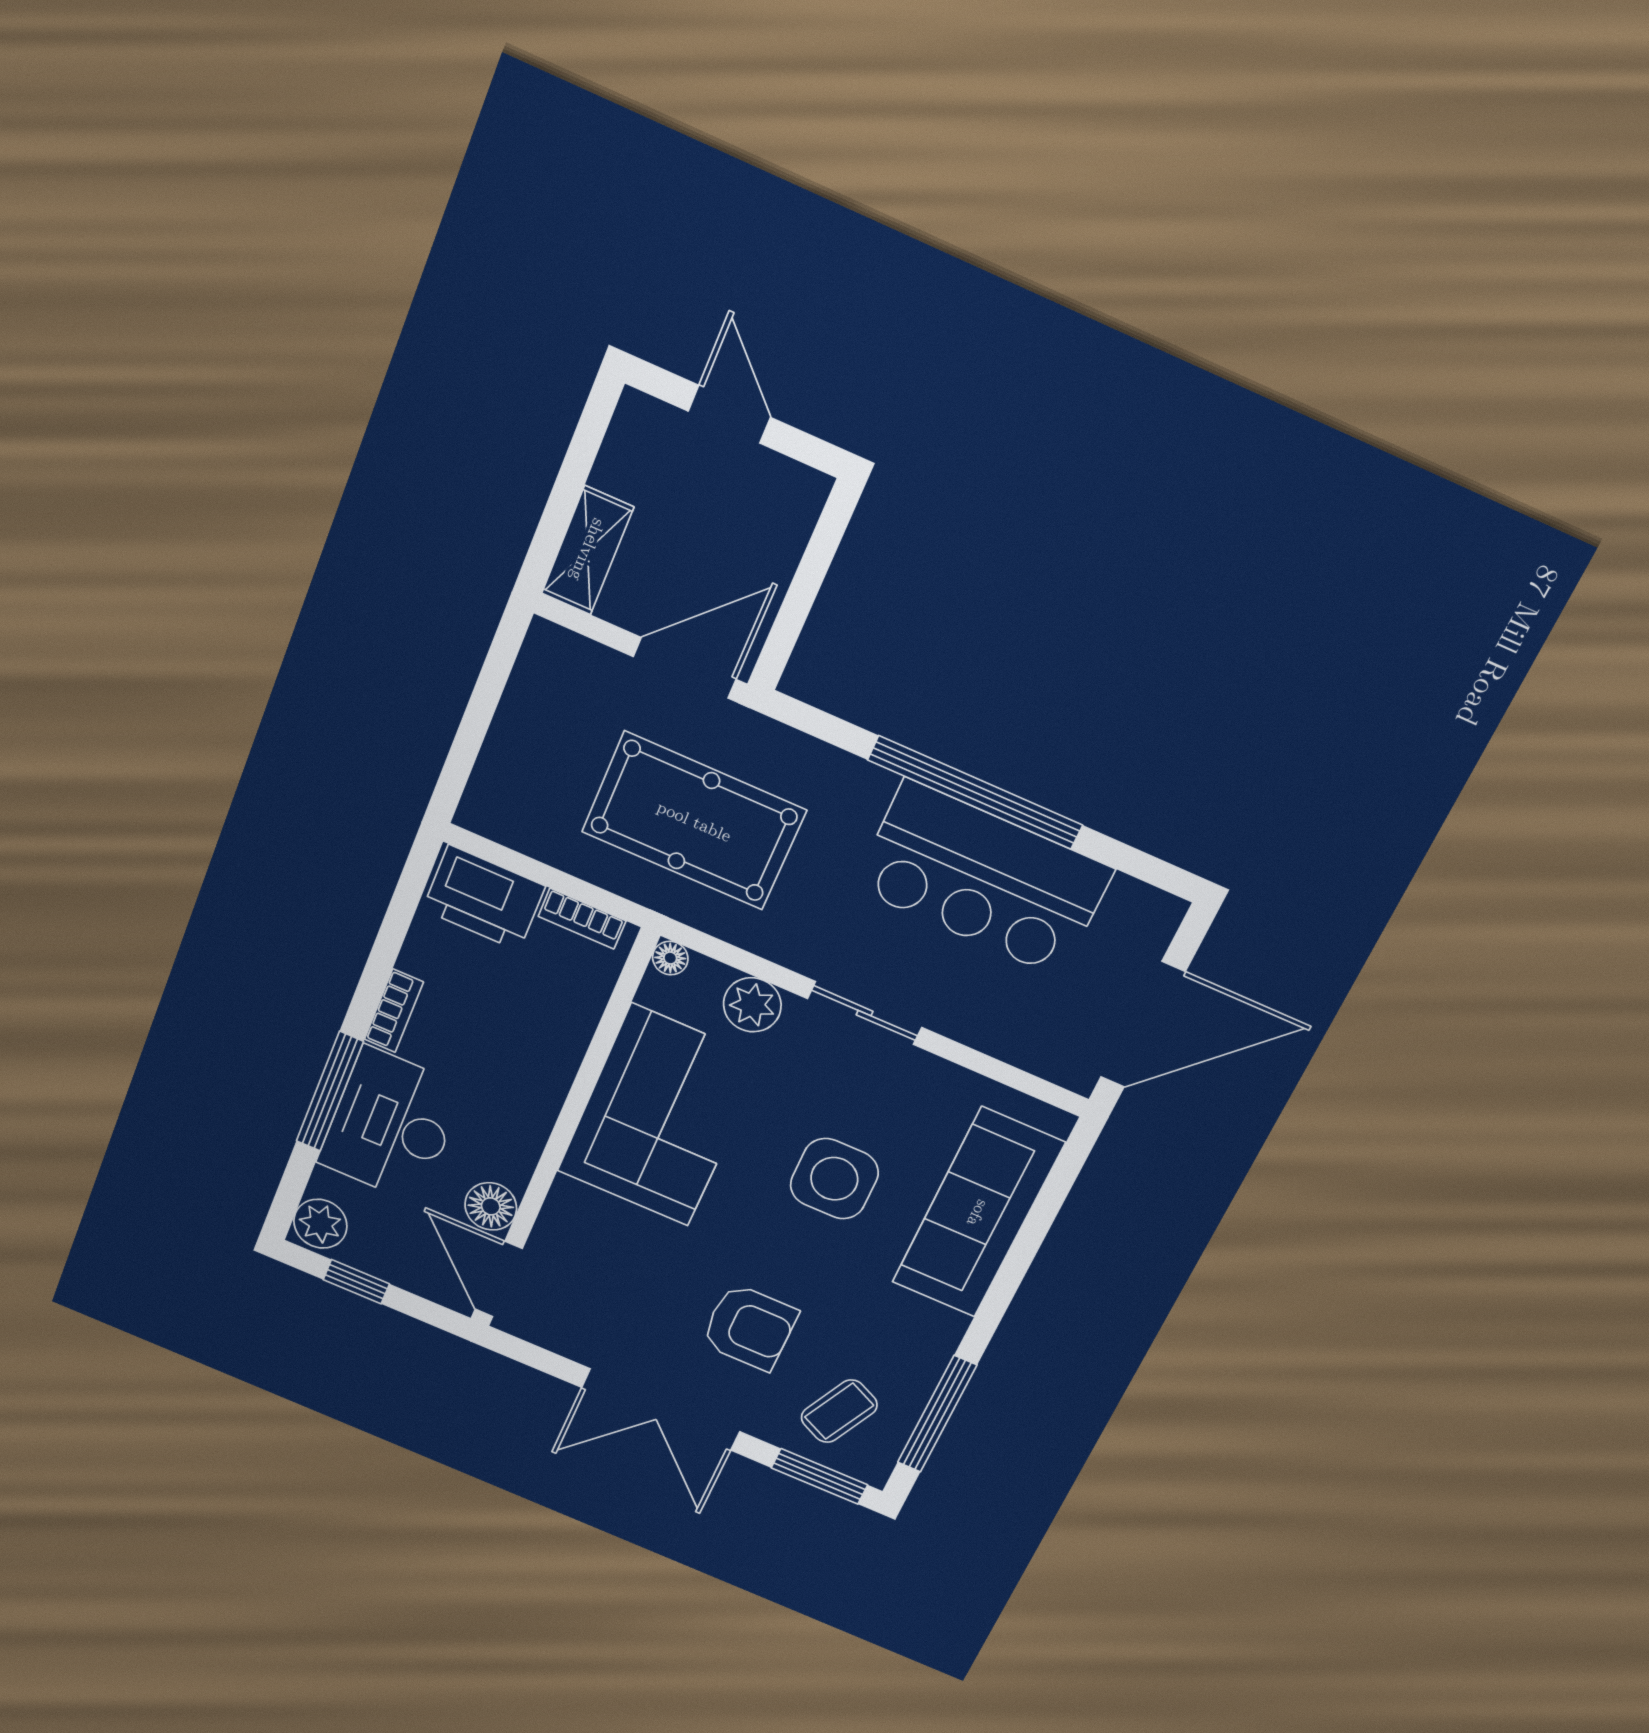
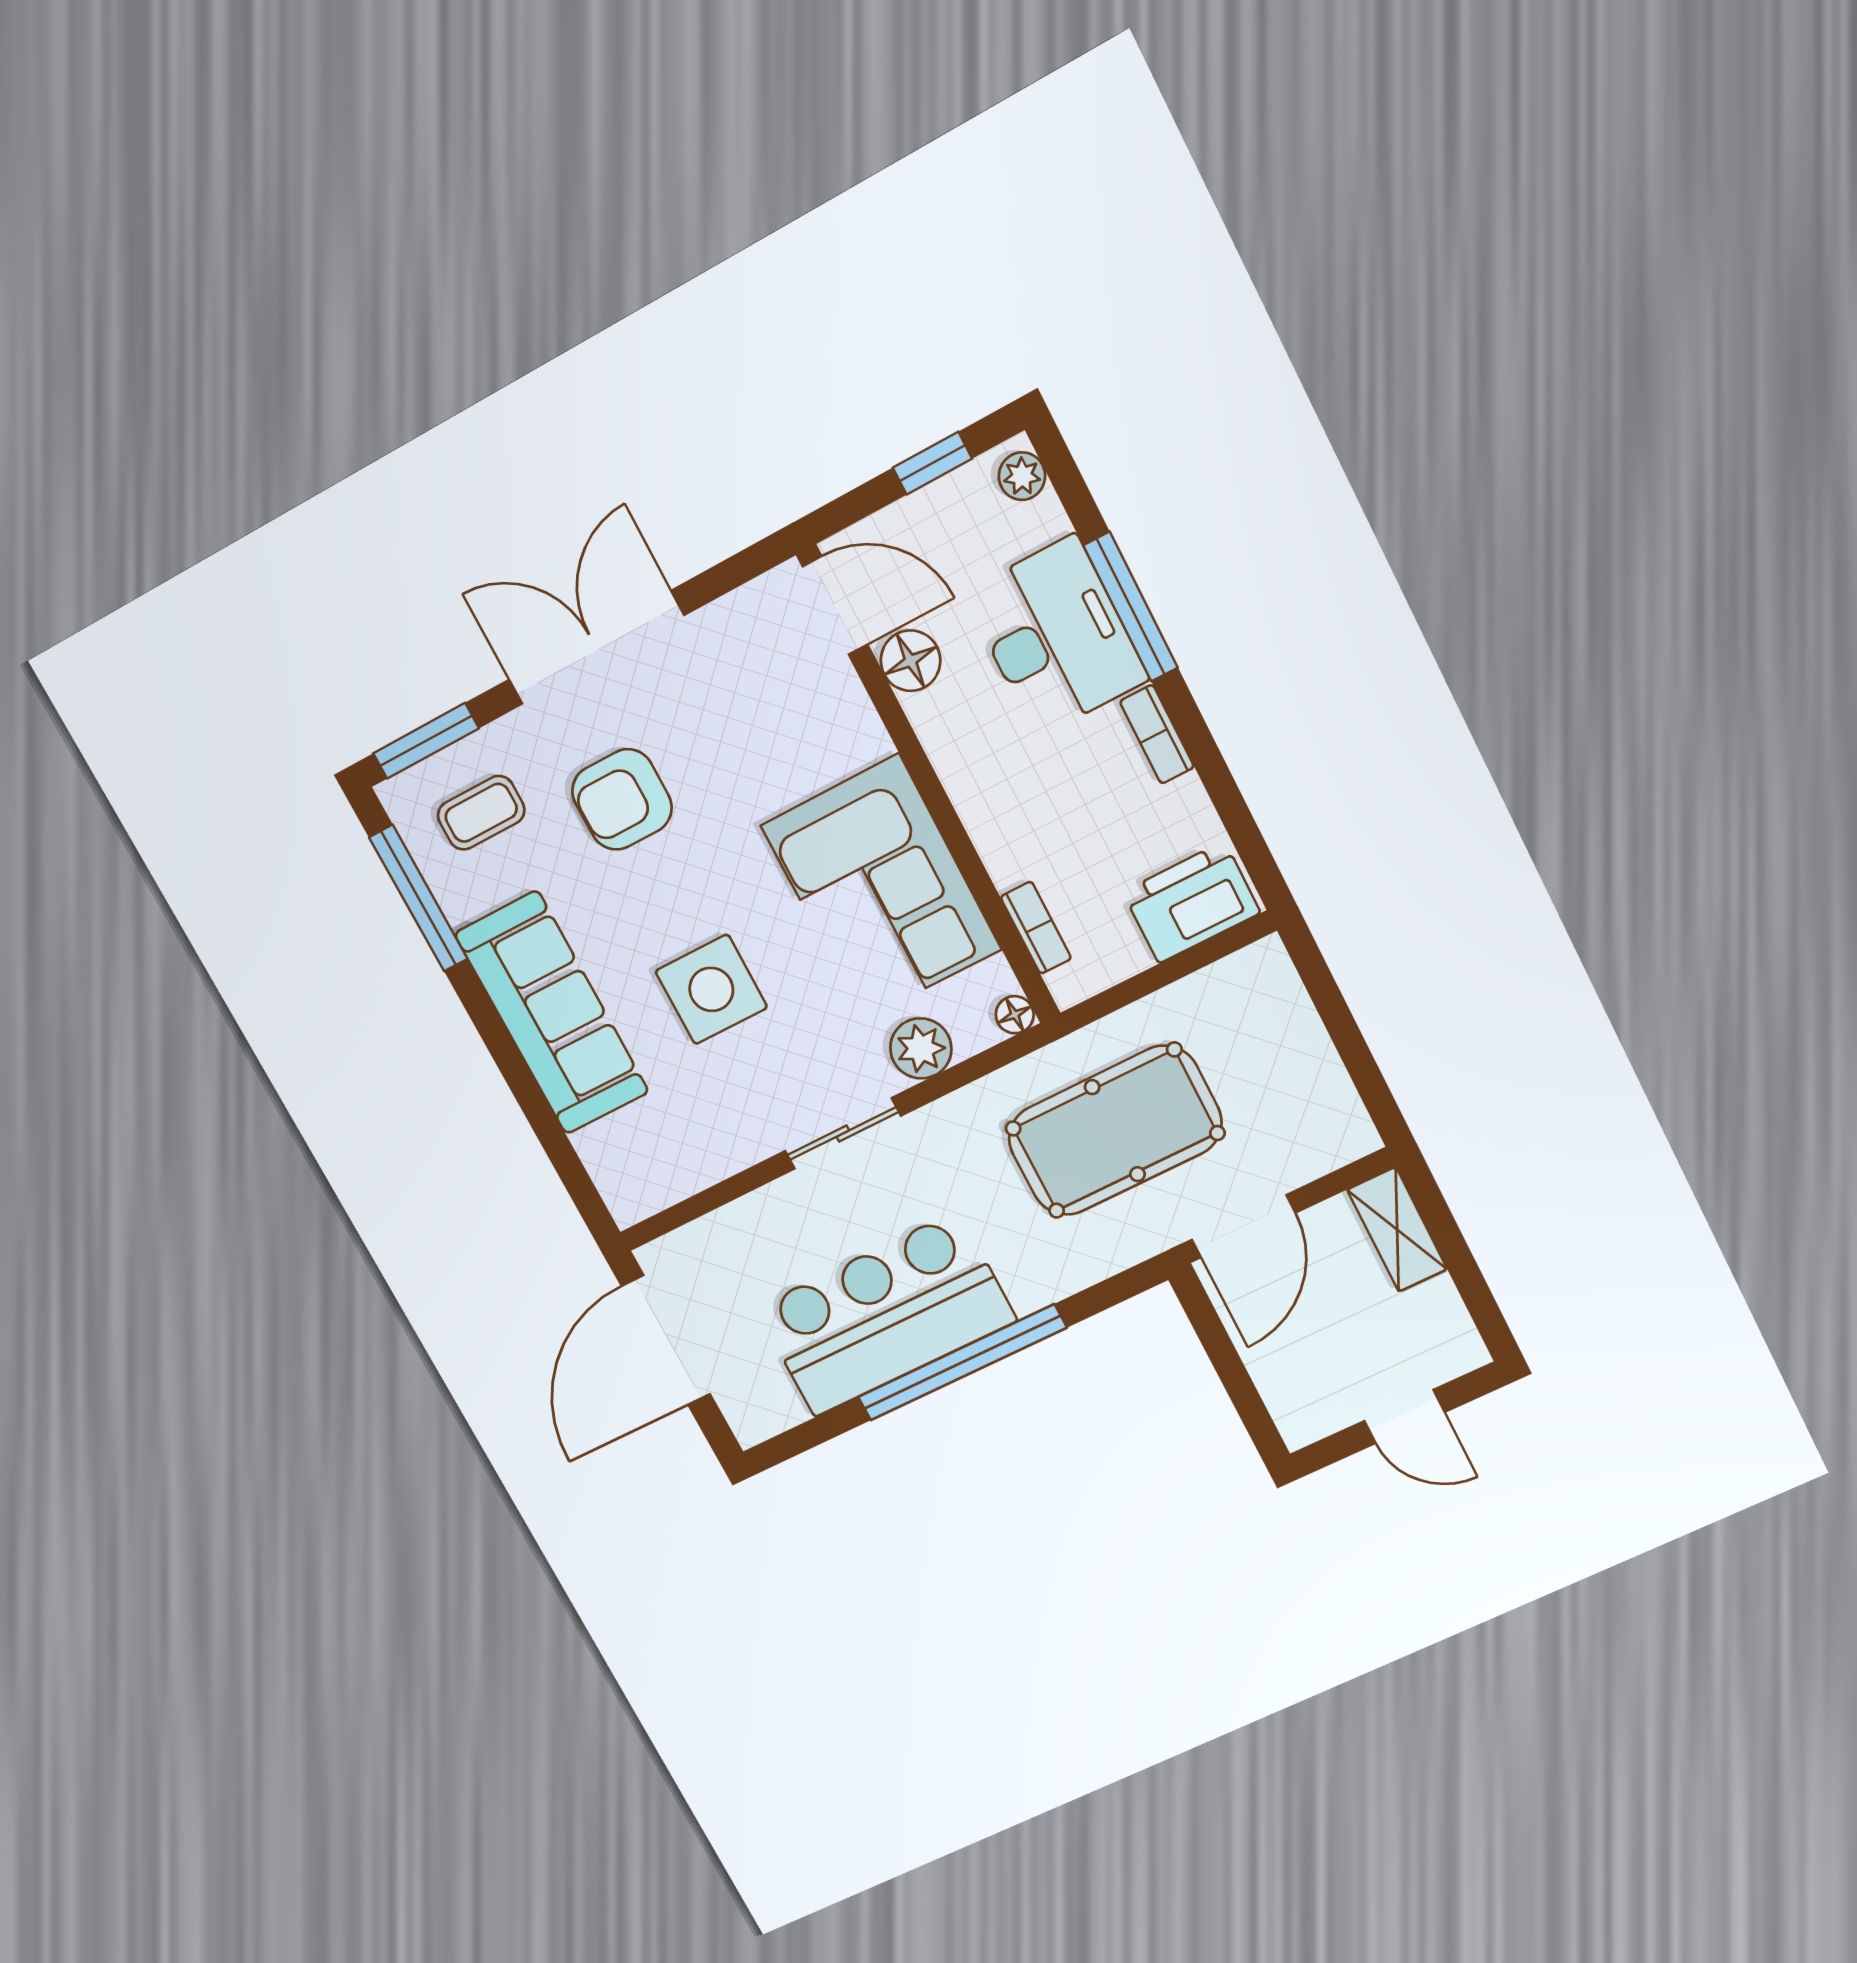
bookcase: (582, 919) -> (1036, 928), moved, turned 90
sofa: (978, 1213) -> (552, 1013), moved
plant: (320, 1224) -> (1022, 476), width x0.73, depth x0.73
coffee table: (839, 1411) -> (481, 813), turned 64

